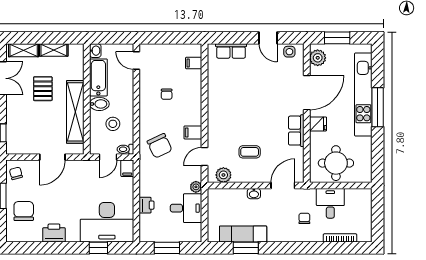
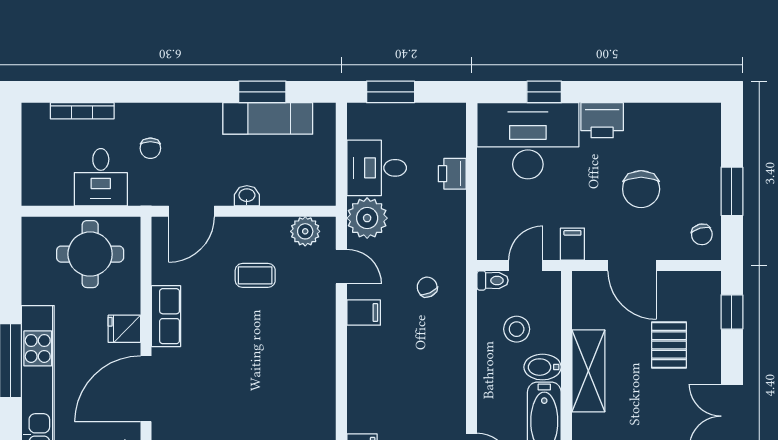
pallet: (43, 89) -> (669, 345), moved
chair: (167, 94) -> (414, 386), removed
shelving: (75, 112) -> (588, 371), width x0.68
chair: (160, 146) -> (427, 287), width x0.54, depth x0.54
door: (204, 156) -> (341, 267), hinge flipped
door: (52, 157) -> (632, 265), swing flipped
filing cabinet: (127, 168) -> (572, 244), moved
plant: (196, 187) -> (367, 218), width x1.88, depth x1.88
chair: (24, 211) -> (641, 189), moved
printer: (54, 233) -> (602, 120), moved
window: (167, 248) -> (391, 92), moved

